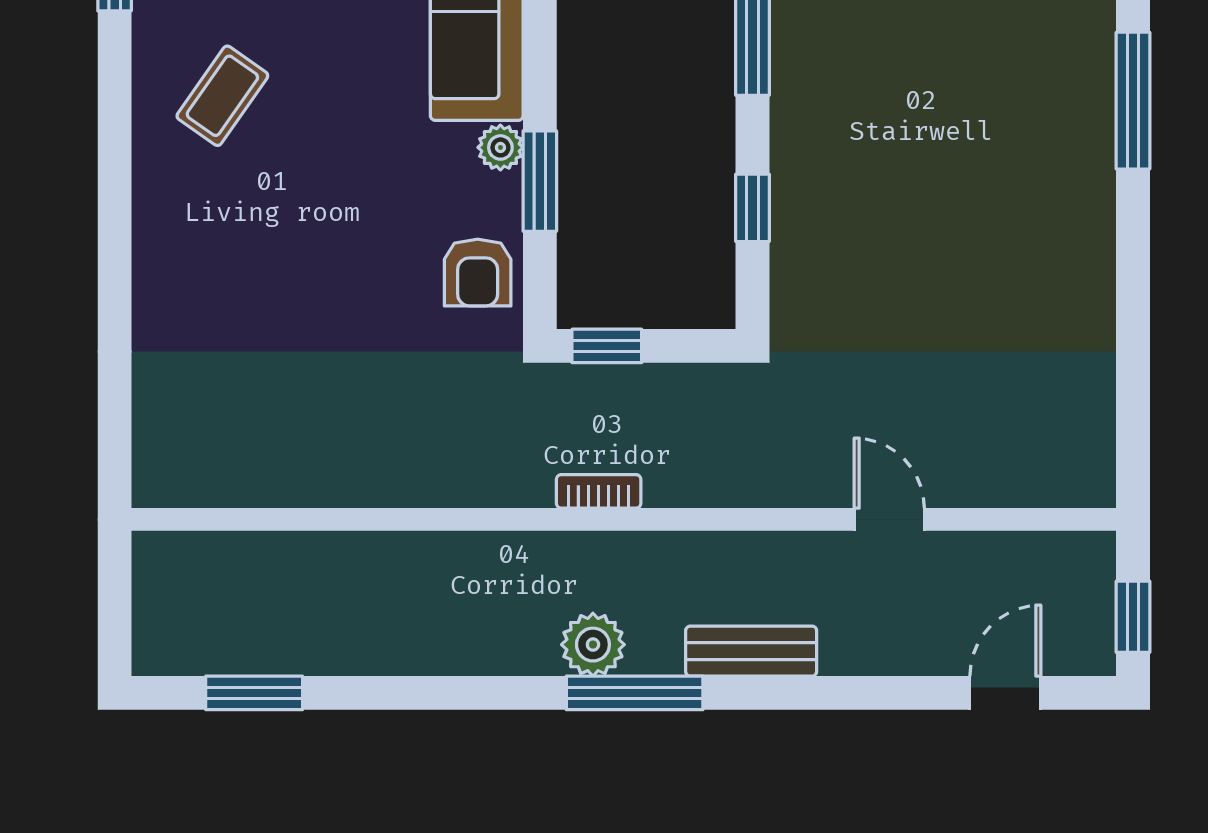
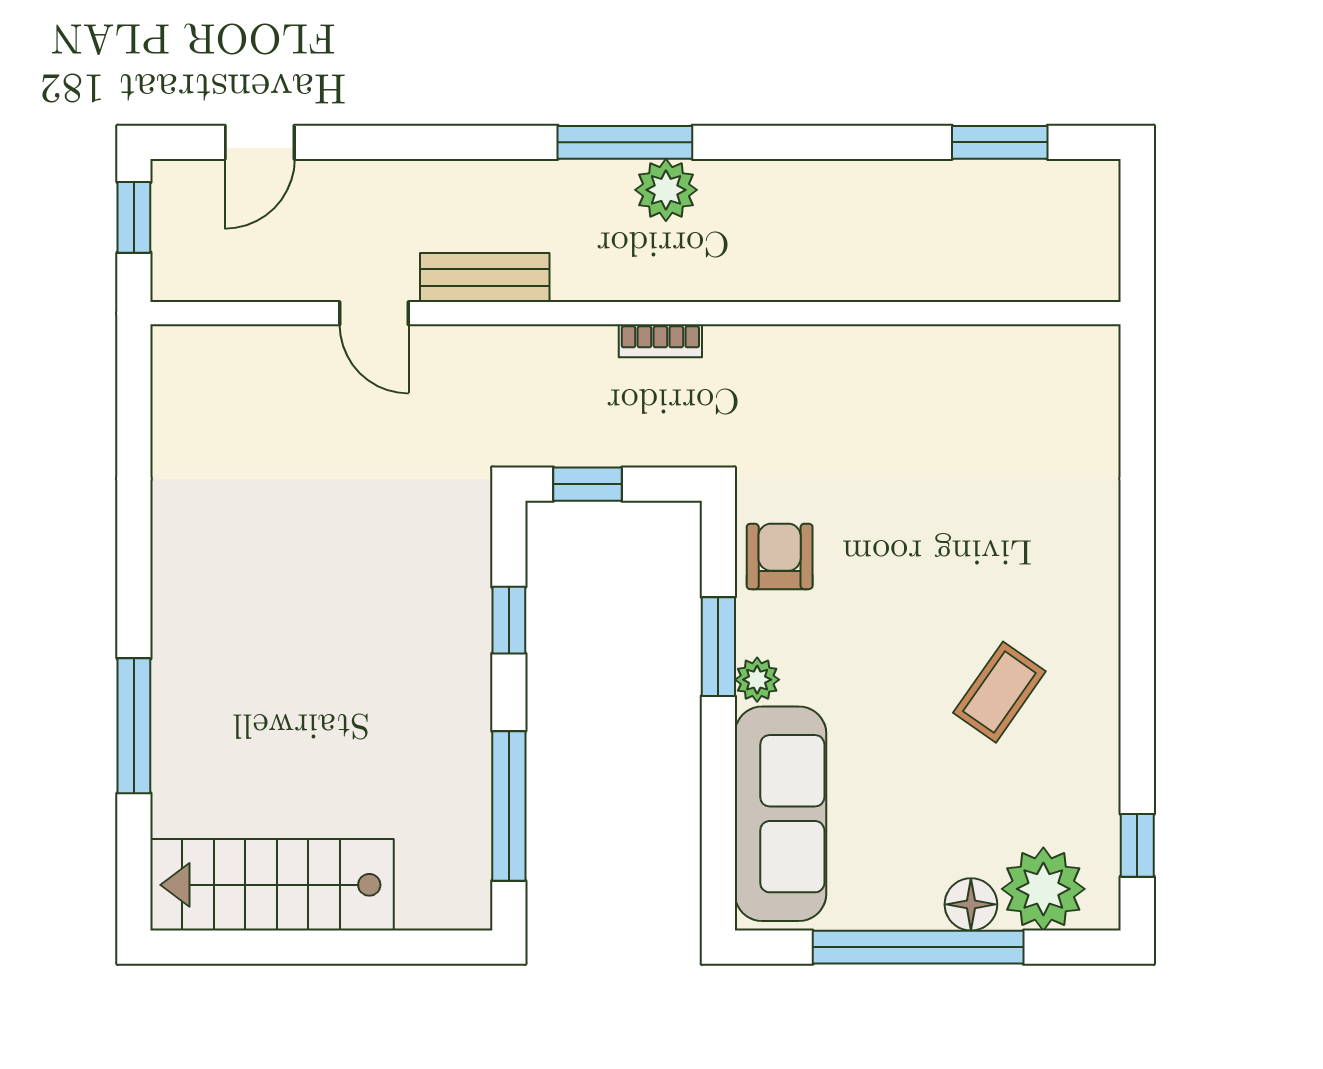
coffee table: (222, 96) -> (999, 692), moved
window: (607, 346) -> (588, 484), moved
bench: (751, 651) -> (485, 278), moved

